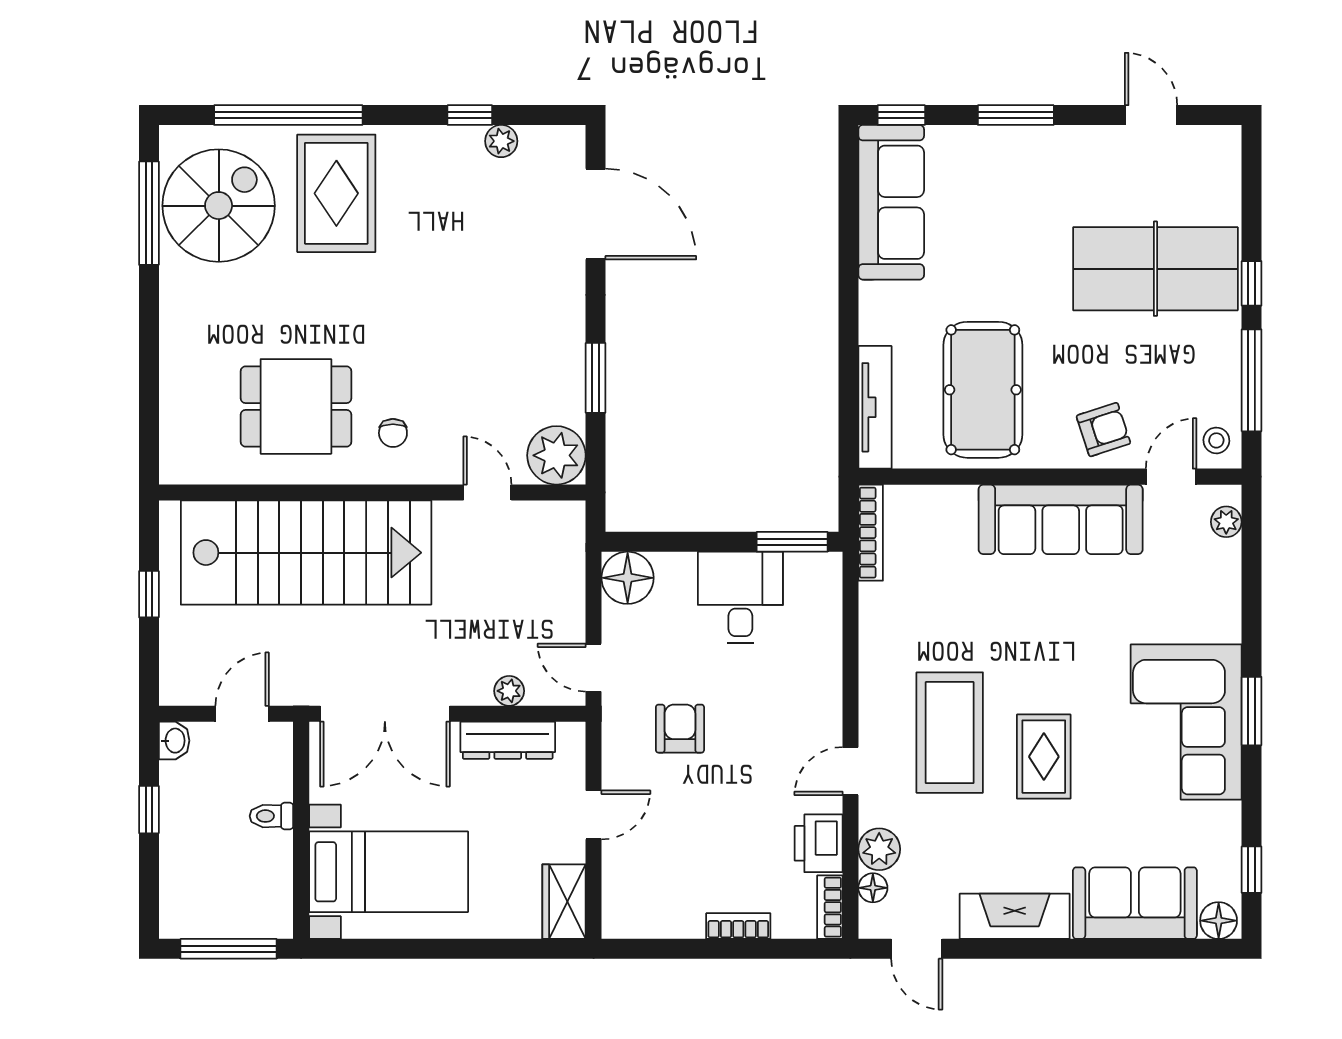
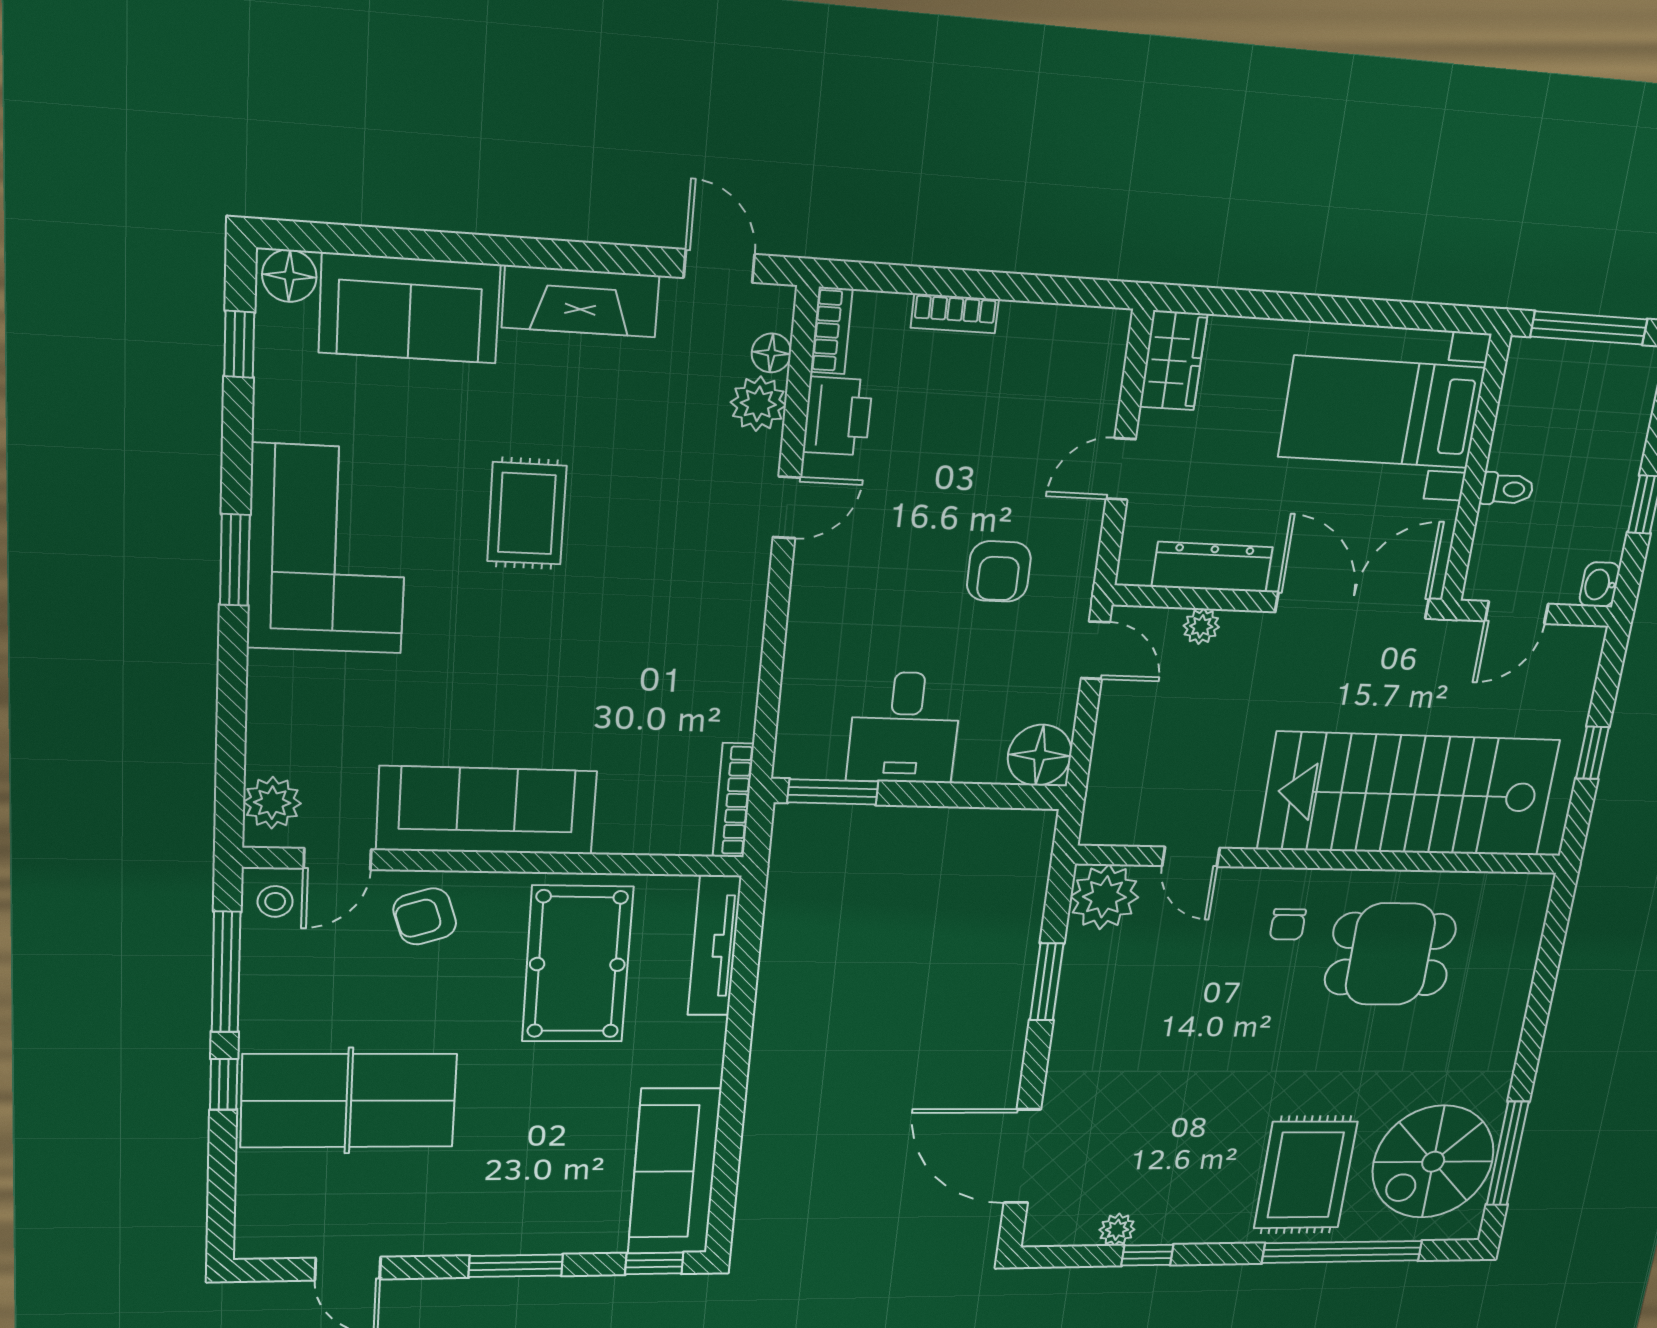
chair: (393, 433) -> (1288, 924), turned 180
plant: (1226, 522) -> (272, 803), width x1.38, depth x1.38
coffee table: (950, 733) -> (652, 551), removed

